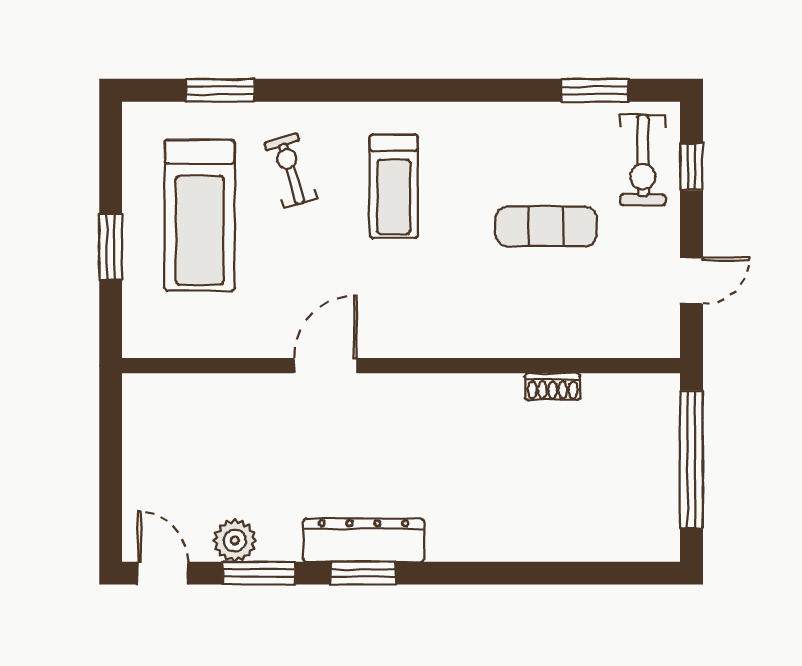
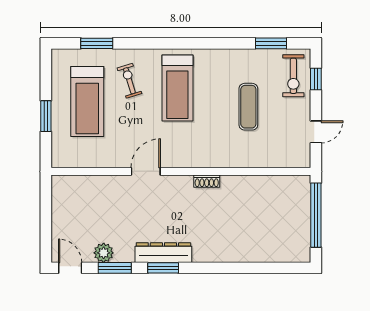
treadmill: (394, 186) -> (177, 88), width x1.37, depth x1.38
exercise mat: (546, 226) -> (248, 107), turned 90
shoe rack: (553, 387) -> (207, 181), moved

